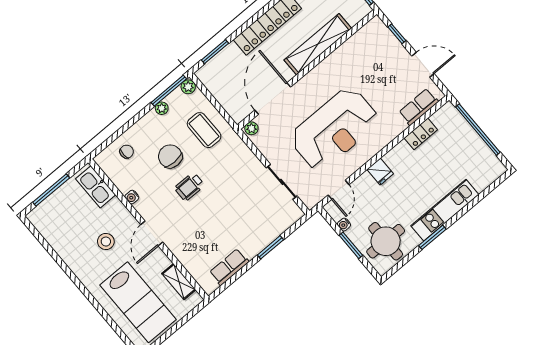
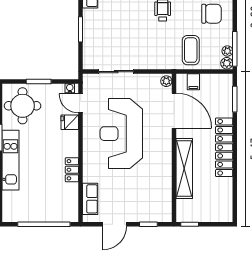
filing cabinet: (231, 103) -> (193, 82), added
plant: (162, 108) -> (227, 51), moved
coffee table: (204, 130) -> (191, 50), turned 90
locker: (421, 134) -> (72, 170), moved
chair: (170, 156) -> (211, 14), moved
fridge: (380, 172) -> (70, 122), moved
water cooler: (344, 225) -> (70, 88), moved

